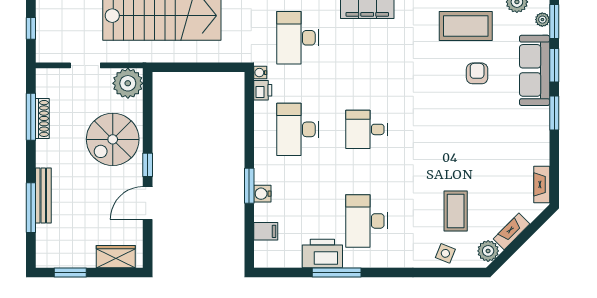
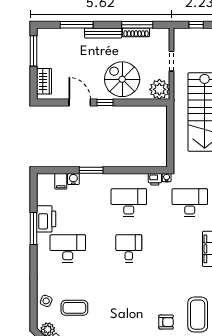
water cooler: (262, 194) -> (73, 179), moved
bench: (43, 196) -> (103, 33), moved
window: (70, 272) -> (33, 51), width x1.44

